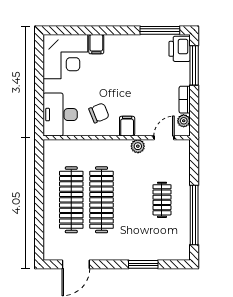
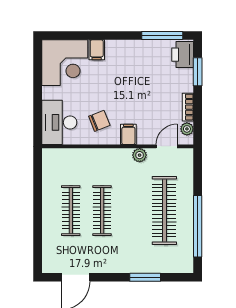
window: (194, 65) -> (198, 72), width x0.69
clothes rail: (71, 200) -> (71, 211), width x0.73, depth x0.76
clothes rail: (102, 200) -> (102, 211), width x0.73, depth x0.76
clothes rail: (162, 200) -> (164, 211), width x1.86, depth x1.31

